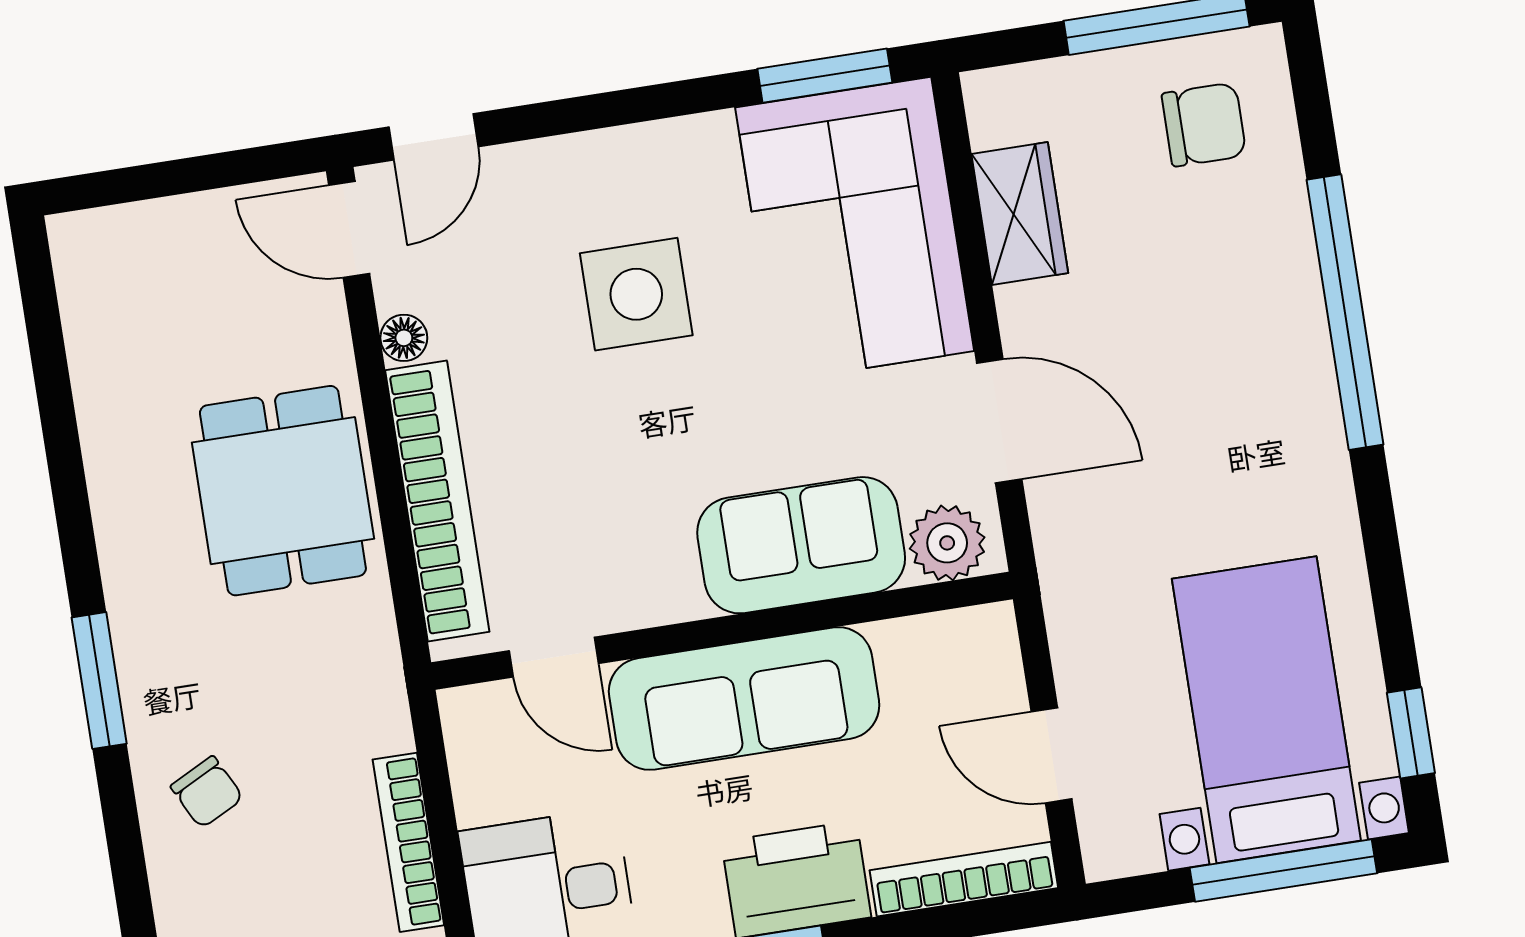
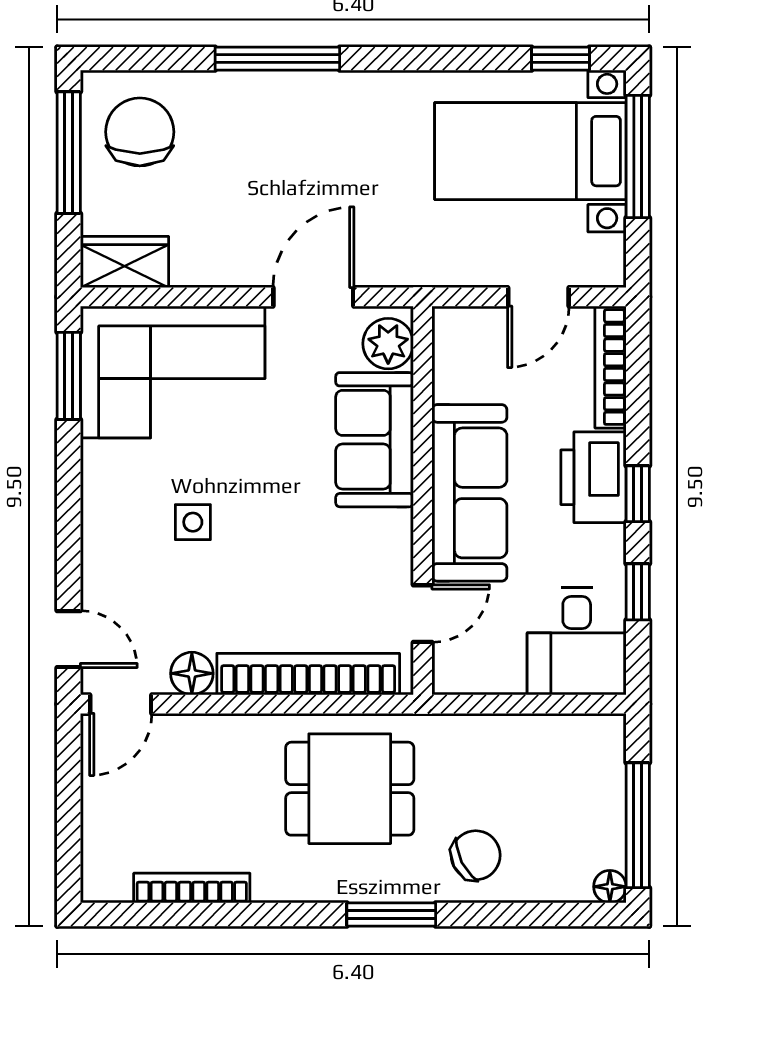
chair: (1204, 125) -> (140, 132), width x1.37, depth x1.37
wardrobe: (1020, 213) -> (124, 262), moved
side table: (636, 294) -> (193, 522), width x0.54, depth x0.54
window: (1345, 312) -> (277, 59), width x0.68
floor lamp: (404, 338) -> (192, 673), width x1.37, depth x1.37
dining table: (283, 491) -> (350, 789), moved
chair: (207, 792) -> (476, 855), width x1.37, depth x1.37
bookcase: (408, 842) -> (192, 888), moved, turned 180

